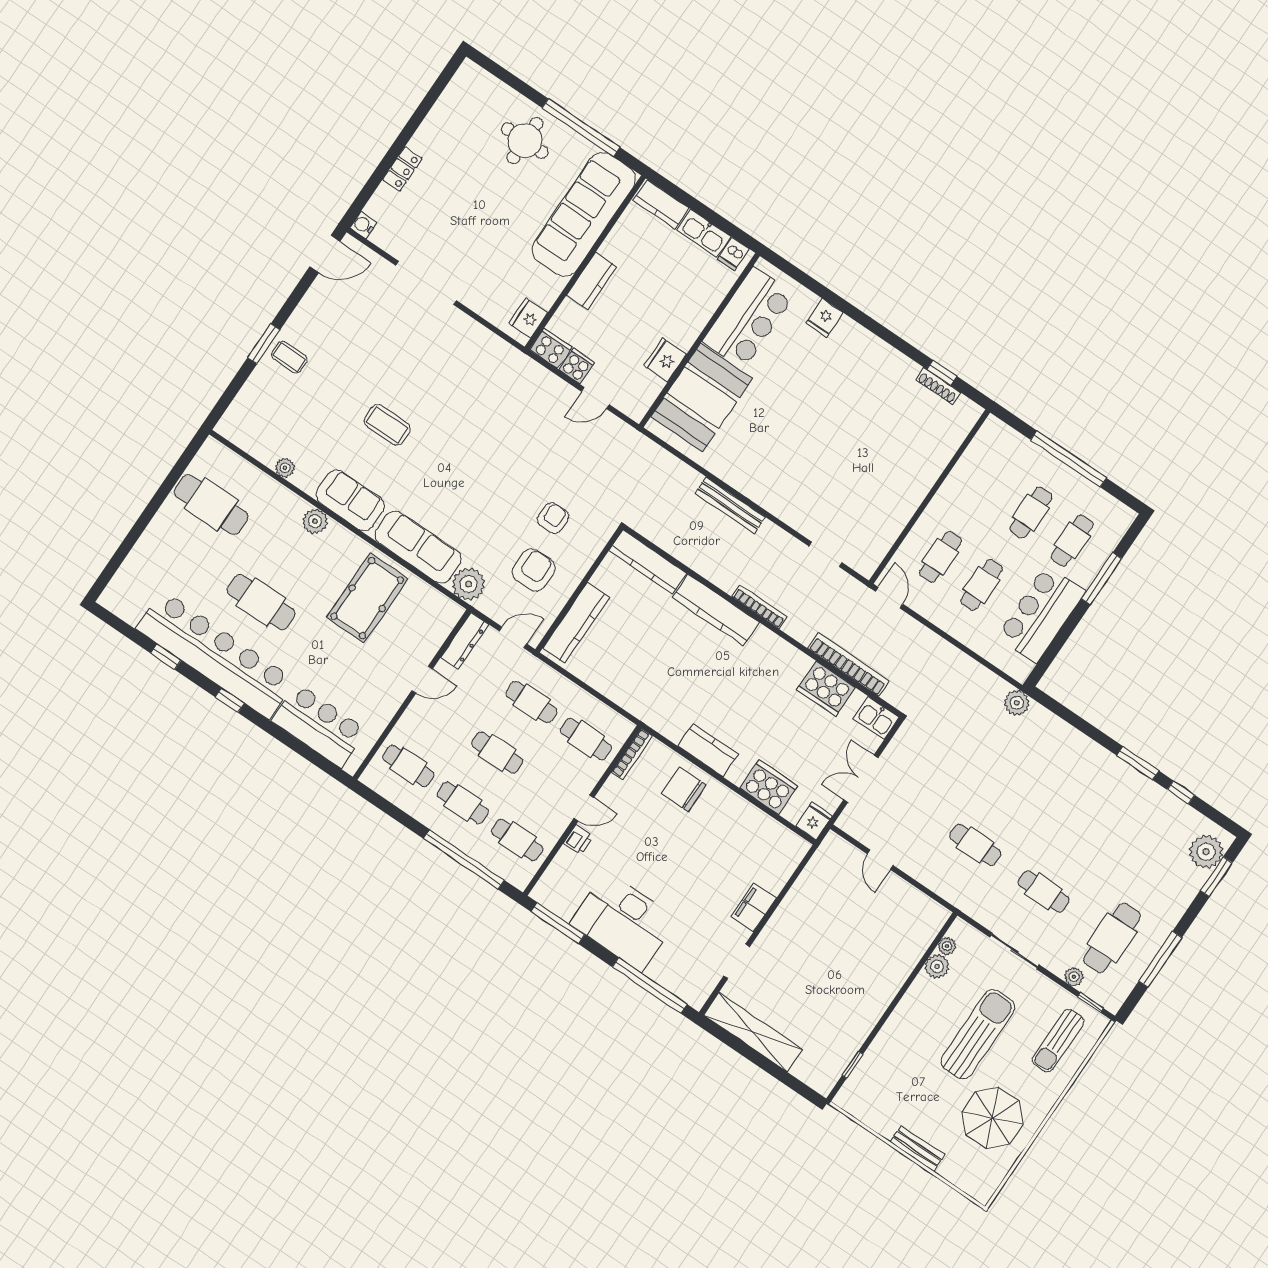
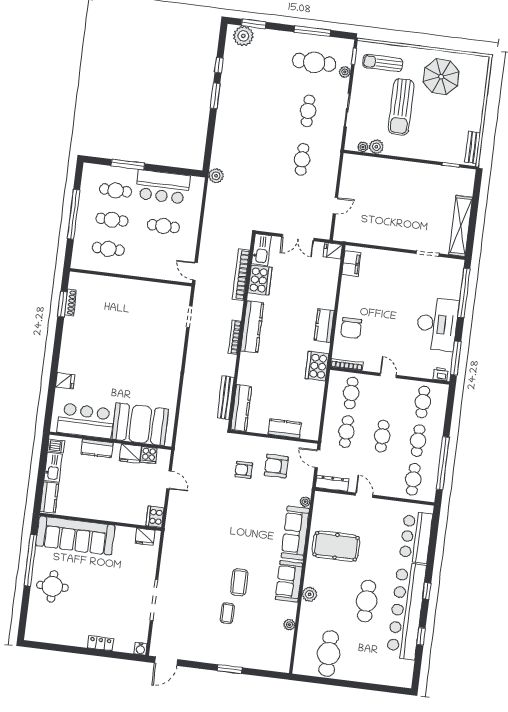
door: (325, 254) -> (166, 661), swing flipped
kitchen counter: (592, 281) -> (97, 448), moved, turned 180
coffee table: (289, 357) -> (227, 613), moved
cooker: (577, 366) -> (149, 455), moved, turned -90
window: (942, 373) -> (62, 304), width x1.50
bench: (730, 505) -> (226, 398), moved
cafe table: (940, 557) -> (108, 249), moved
plant: (469, 584) -> (305, 502), width x0.53, depth x0.53
door: (889, 598) -> (195, 271), hinge flipped
kitchen counter: (716, 610) -> (252, 327), moved
kitchen counter: (576, 623) -> (285, 429), width x0.67
kitchen sink: (876, 718) -> (261, 250), width x1.38
cooker: (769, 787) -> (317, 366), moved
printer: (578, 840) -> (441, 374), moved
window: (464, 859) -> (443, 463), moved
filing cabinet: (754, 907) -> (351, 264), moved, turned -90
sun lounger: (978, 1034) -> (401, 107), turned -90
sun lounger: (1058, 1041) -> (383, 63), turned 180
bench: (917, 1149) -> (473, 147), moved

